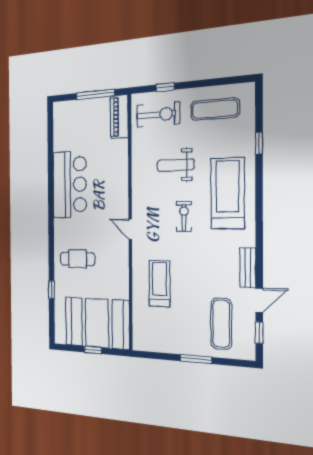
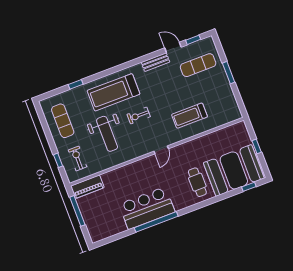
exercise bike: (158, 114) -> (77, 158), width x0.73, depth x0.72
weight bench: (176, 165) -> (107, 134), width x1.36, depth x1.33
window: (51, 190) -> (156, 222), added
window: (52, 290) -> (249, 187), moved
booth: (97, 323) -> (234, 170), moved, turned 90

